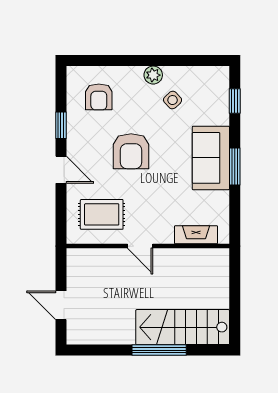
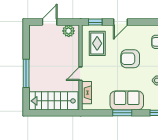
window: (61, 125) -> (95, 22), moved
door: (140, 246) -> (81, 74), moved
plant: (78, 269) -> (69, 31), added
stairs: (183, 327) -> (53, 101), moved, turned -90

